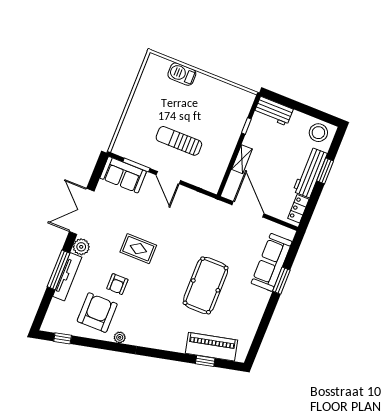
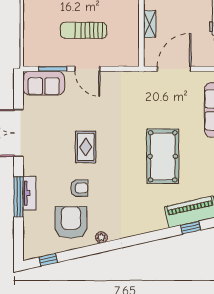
door: (248, 209) -> (174, 69), hinge flipped
plant: (81, 247) -> (31, 167), removed
rug: (138, 249) -> (86, 147), turned 90
tv unit: (67, 277) -> (29, 193), width x0.71
armchair: (117, 284) -> (79, 188), turned -90

